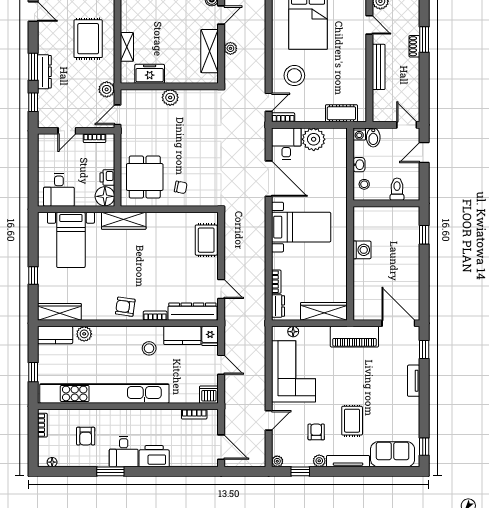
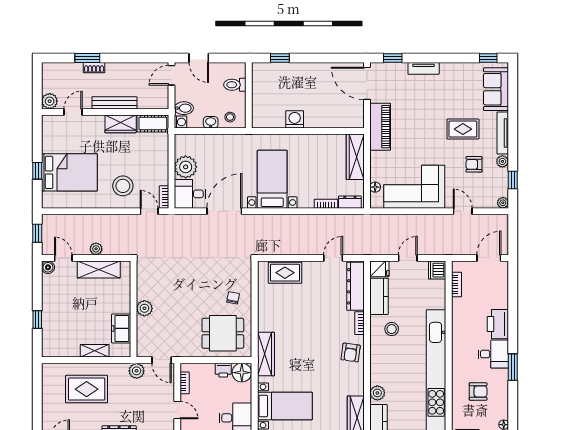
wardrobe: (357, 73) -> (121, 124), added
cot: (341, 113) -> (153, 124), moved, turned 90
door: (398, 323) -> (367, 83), hinge flipped

